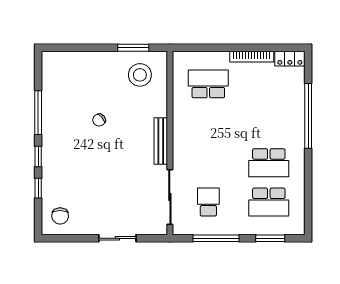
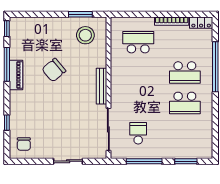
chair: (99, 120) -> (54, 70), width x1.87, depth x1.87
piano: (50, 126) -> (16, 75), added
window: (38, 156) -> (7, 29), moved
school desk: (269, 202) -> (185, 73), moved

